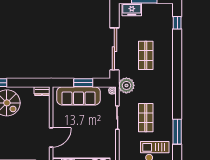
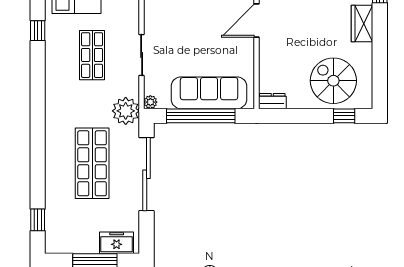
shop shelf: (146, 55) -> (92, 163), width x1.43, depth x1.36
window: (83, 83) -> (201, 116), width x2.11
window: (177, 132) -> (38, 31), width x0.46

